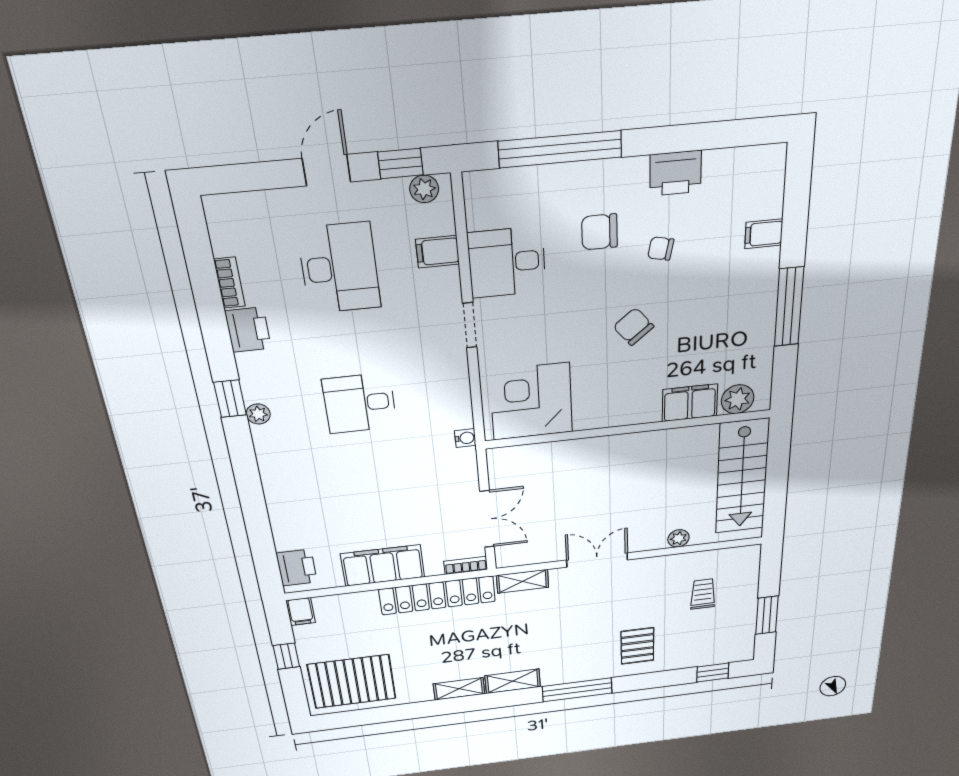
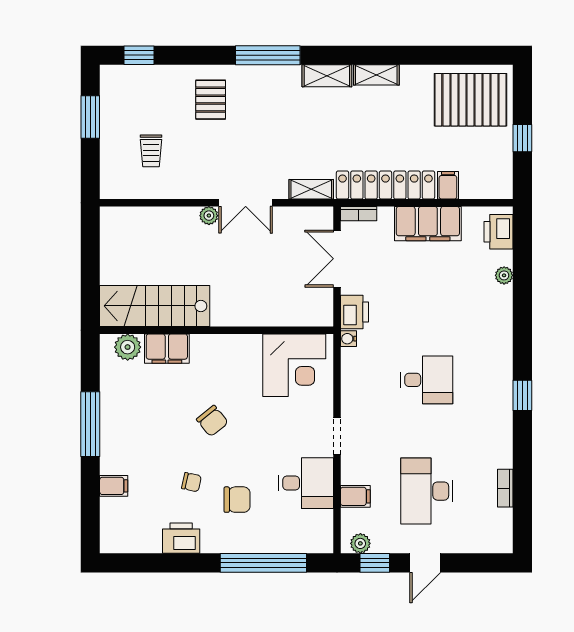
printer: (248, 330) -> (354, 312), moved, turned 180
plant: (258, 414) -> (504, 275), moved
stairs: (742, 477) -> (155, 306), moved, turned -90
plant: (678, 538) -> (209, 216), moved
filing cabinet: (301, 611) -> (448, 185), moved

